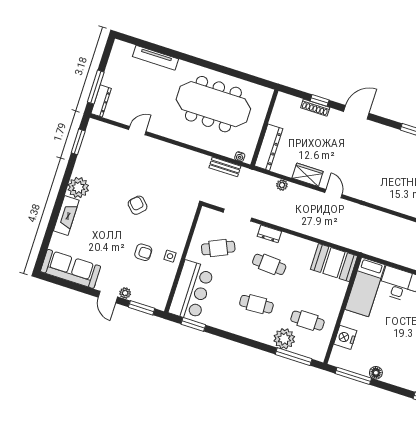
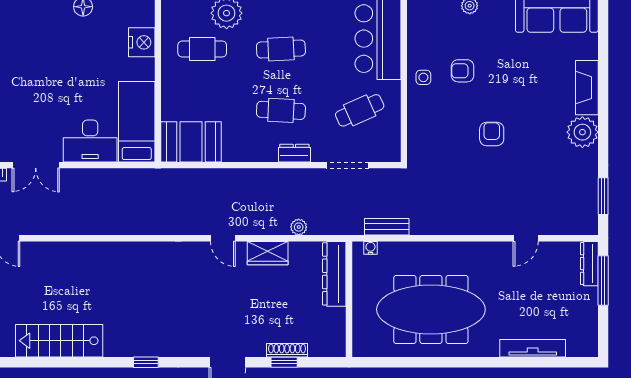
armchair: (138, 205) -> (492, 134), turned -135

